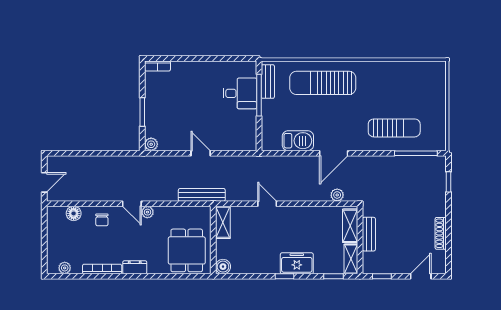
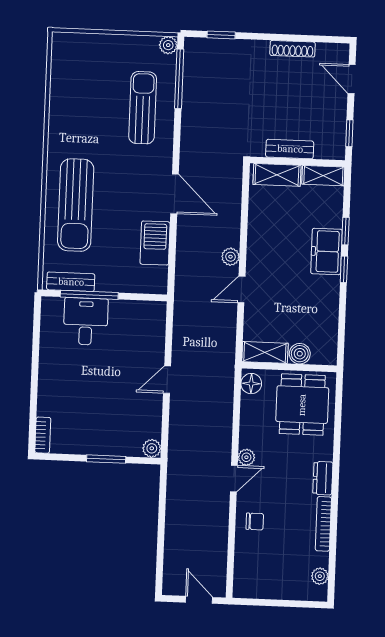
plant: (440, 144) -> (168, 45), added
bench: (202, 195) -> (225, 380), removed
plant: (337, 195) -> (230, 257), moved
floor lamp: (74, 213) -> (251, 384), moved
dining table: (187, 250) -> (302, 405), turned 90
boiler: (223, 267) -> (300, 354), moved
window: (333, 276) -> (345, 231), moved

